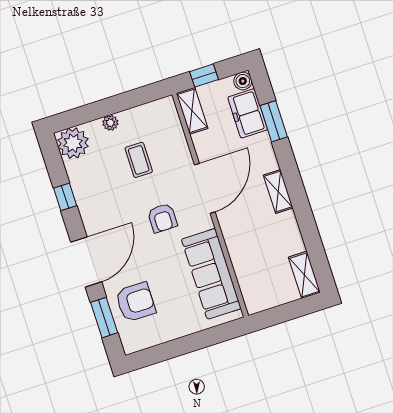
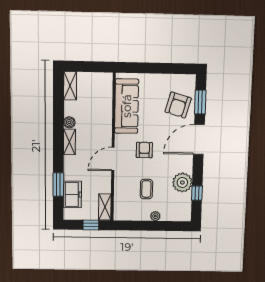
boiler: (243, 81) -> (69, 122), moved
plant: (73, 143) -> (182, 183), moved
door: (205, 188) -> (113, 159), width x0.73
window: (65, 197) -> (197, 193), moved
armchair: (136, 302) -> (178, 105), turned -74

